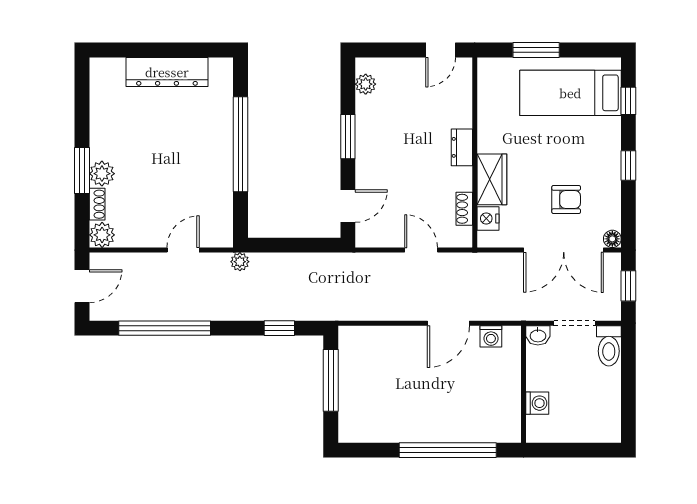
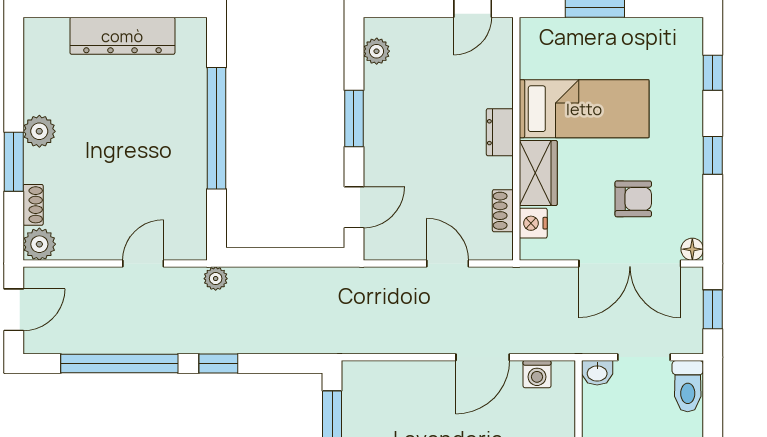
bed: (570, 93) -> (584, 109), moved, turned 180
plant: (102, 174) -> (39, 131), moved
window: (279, 328) -> (218, 363), moved

